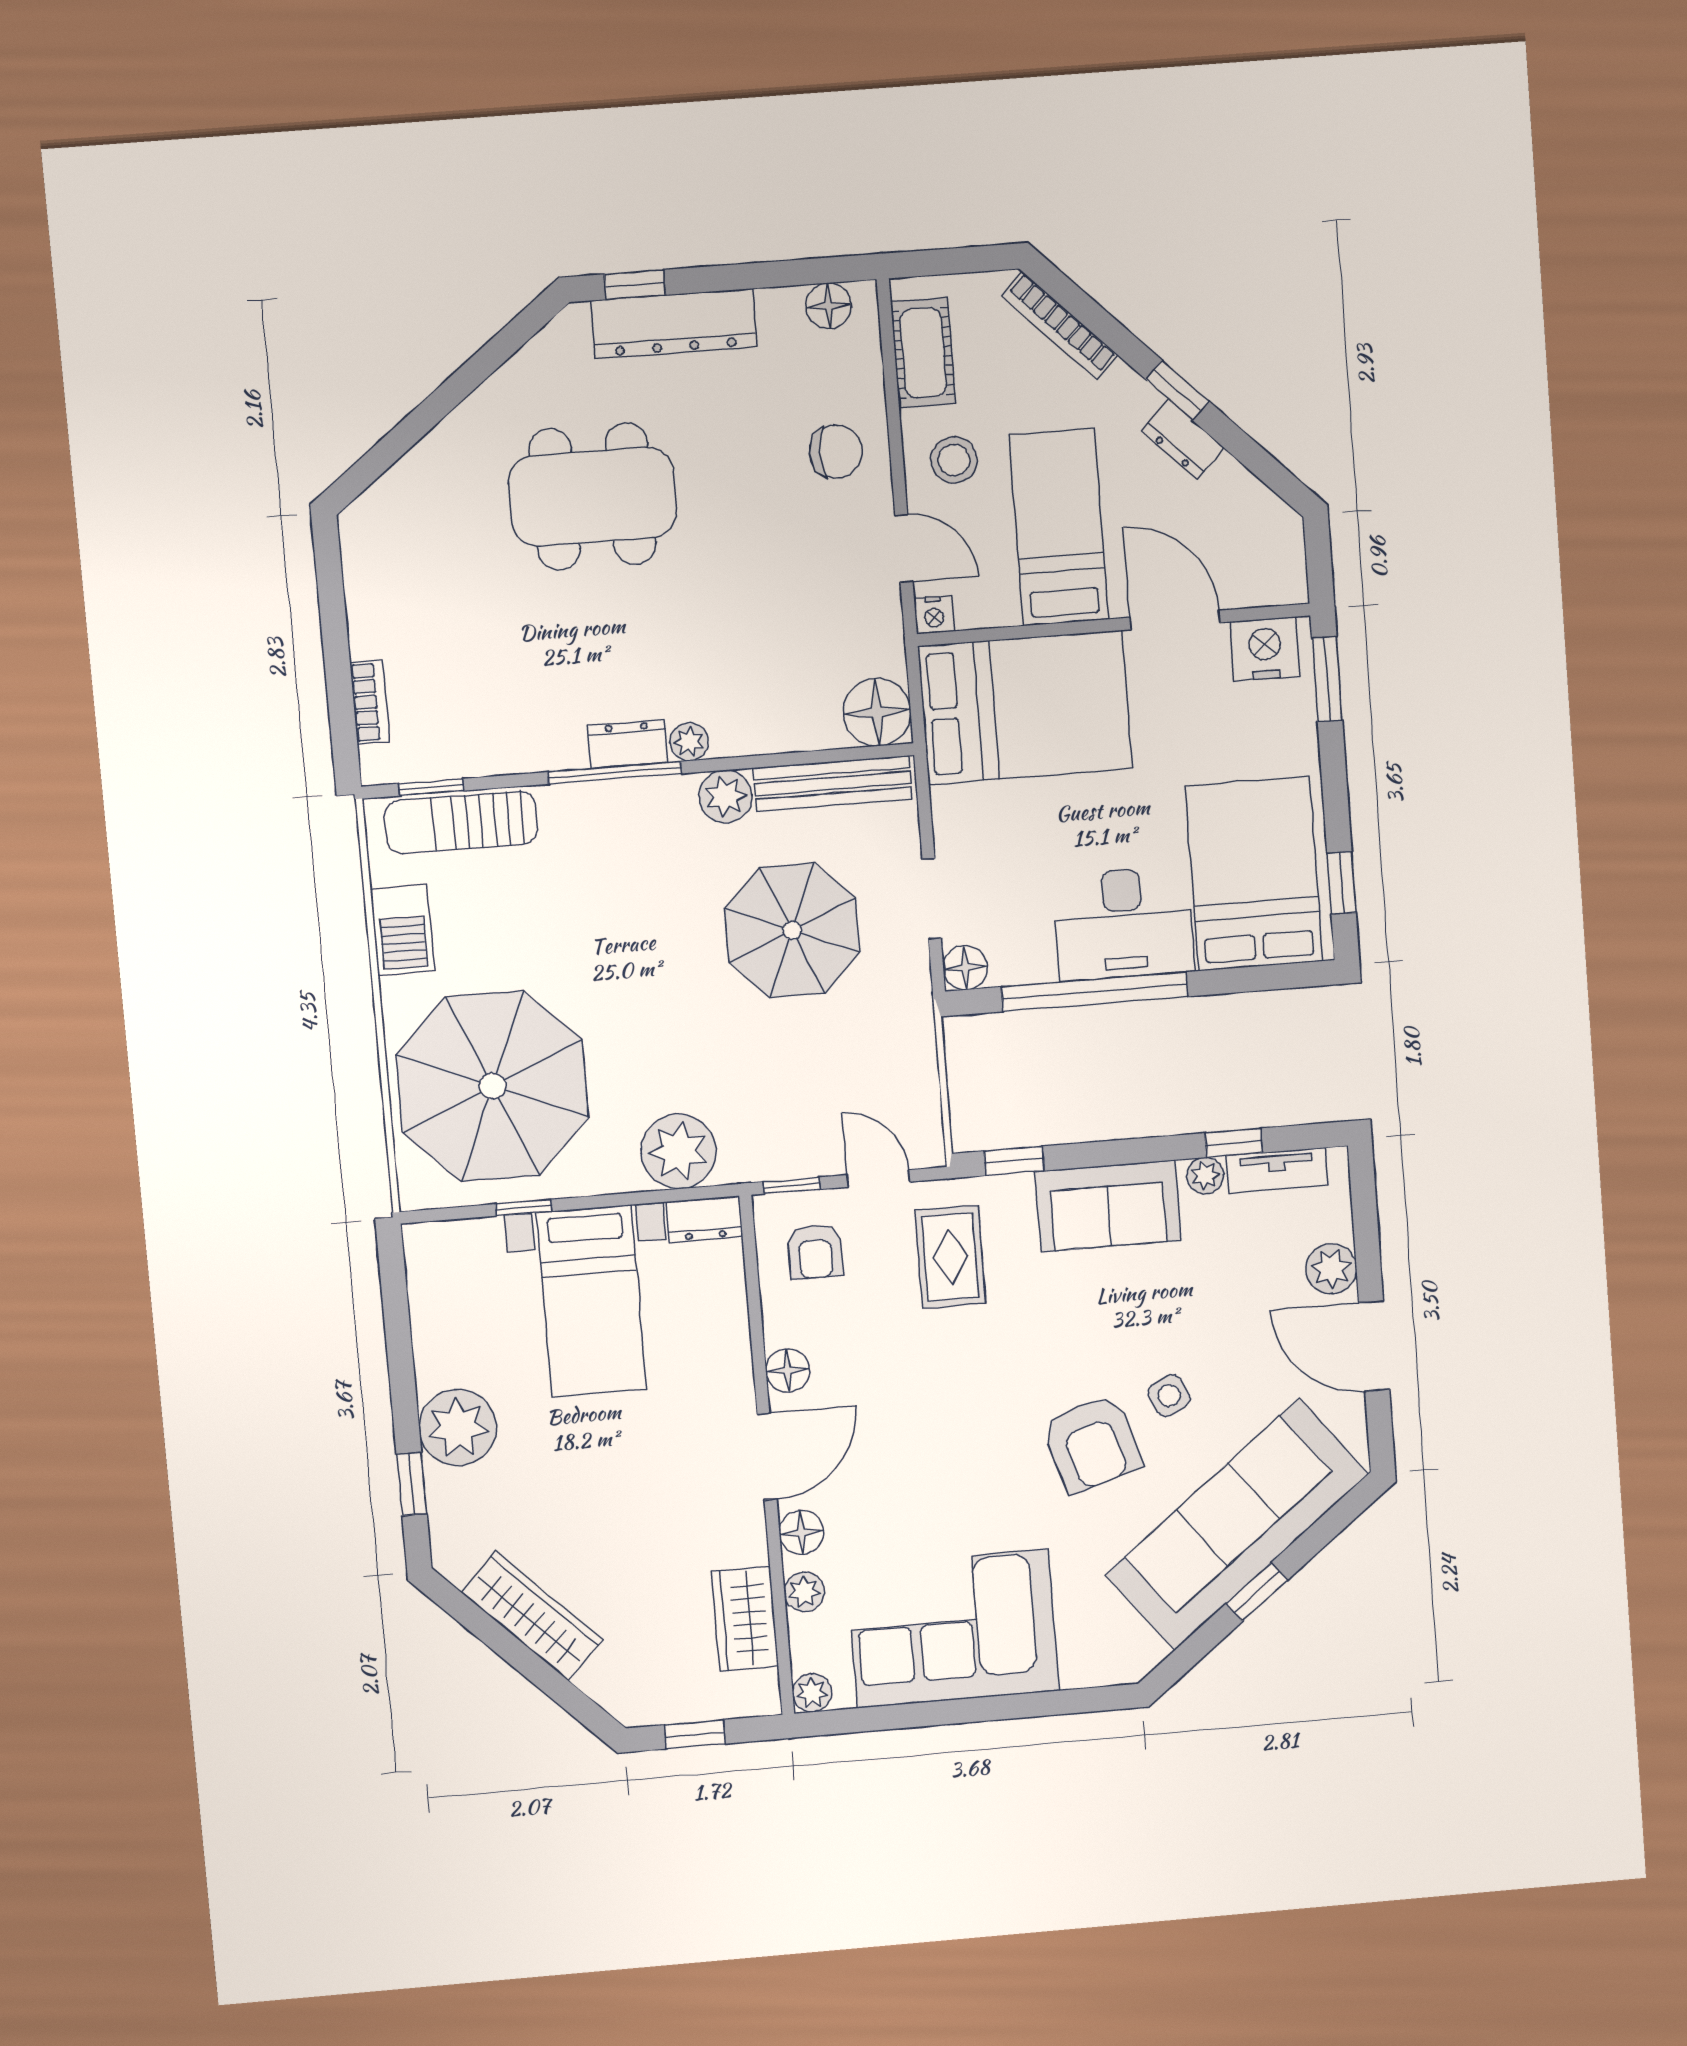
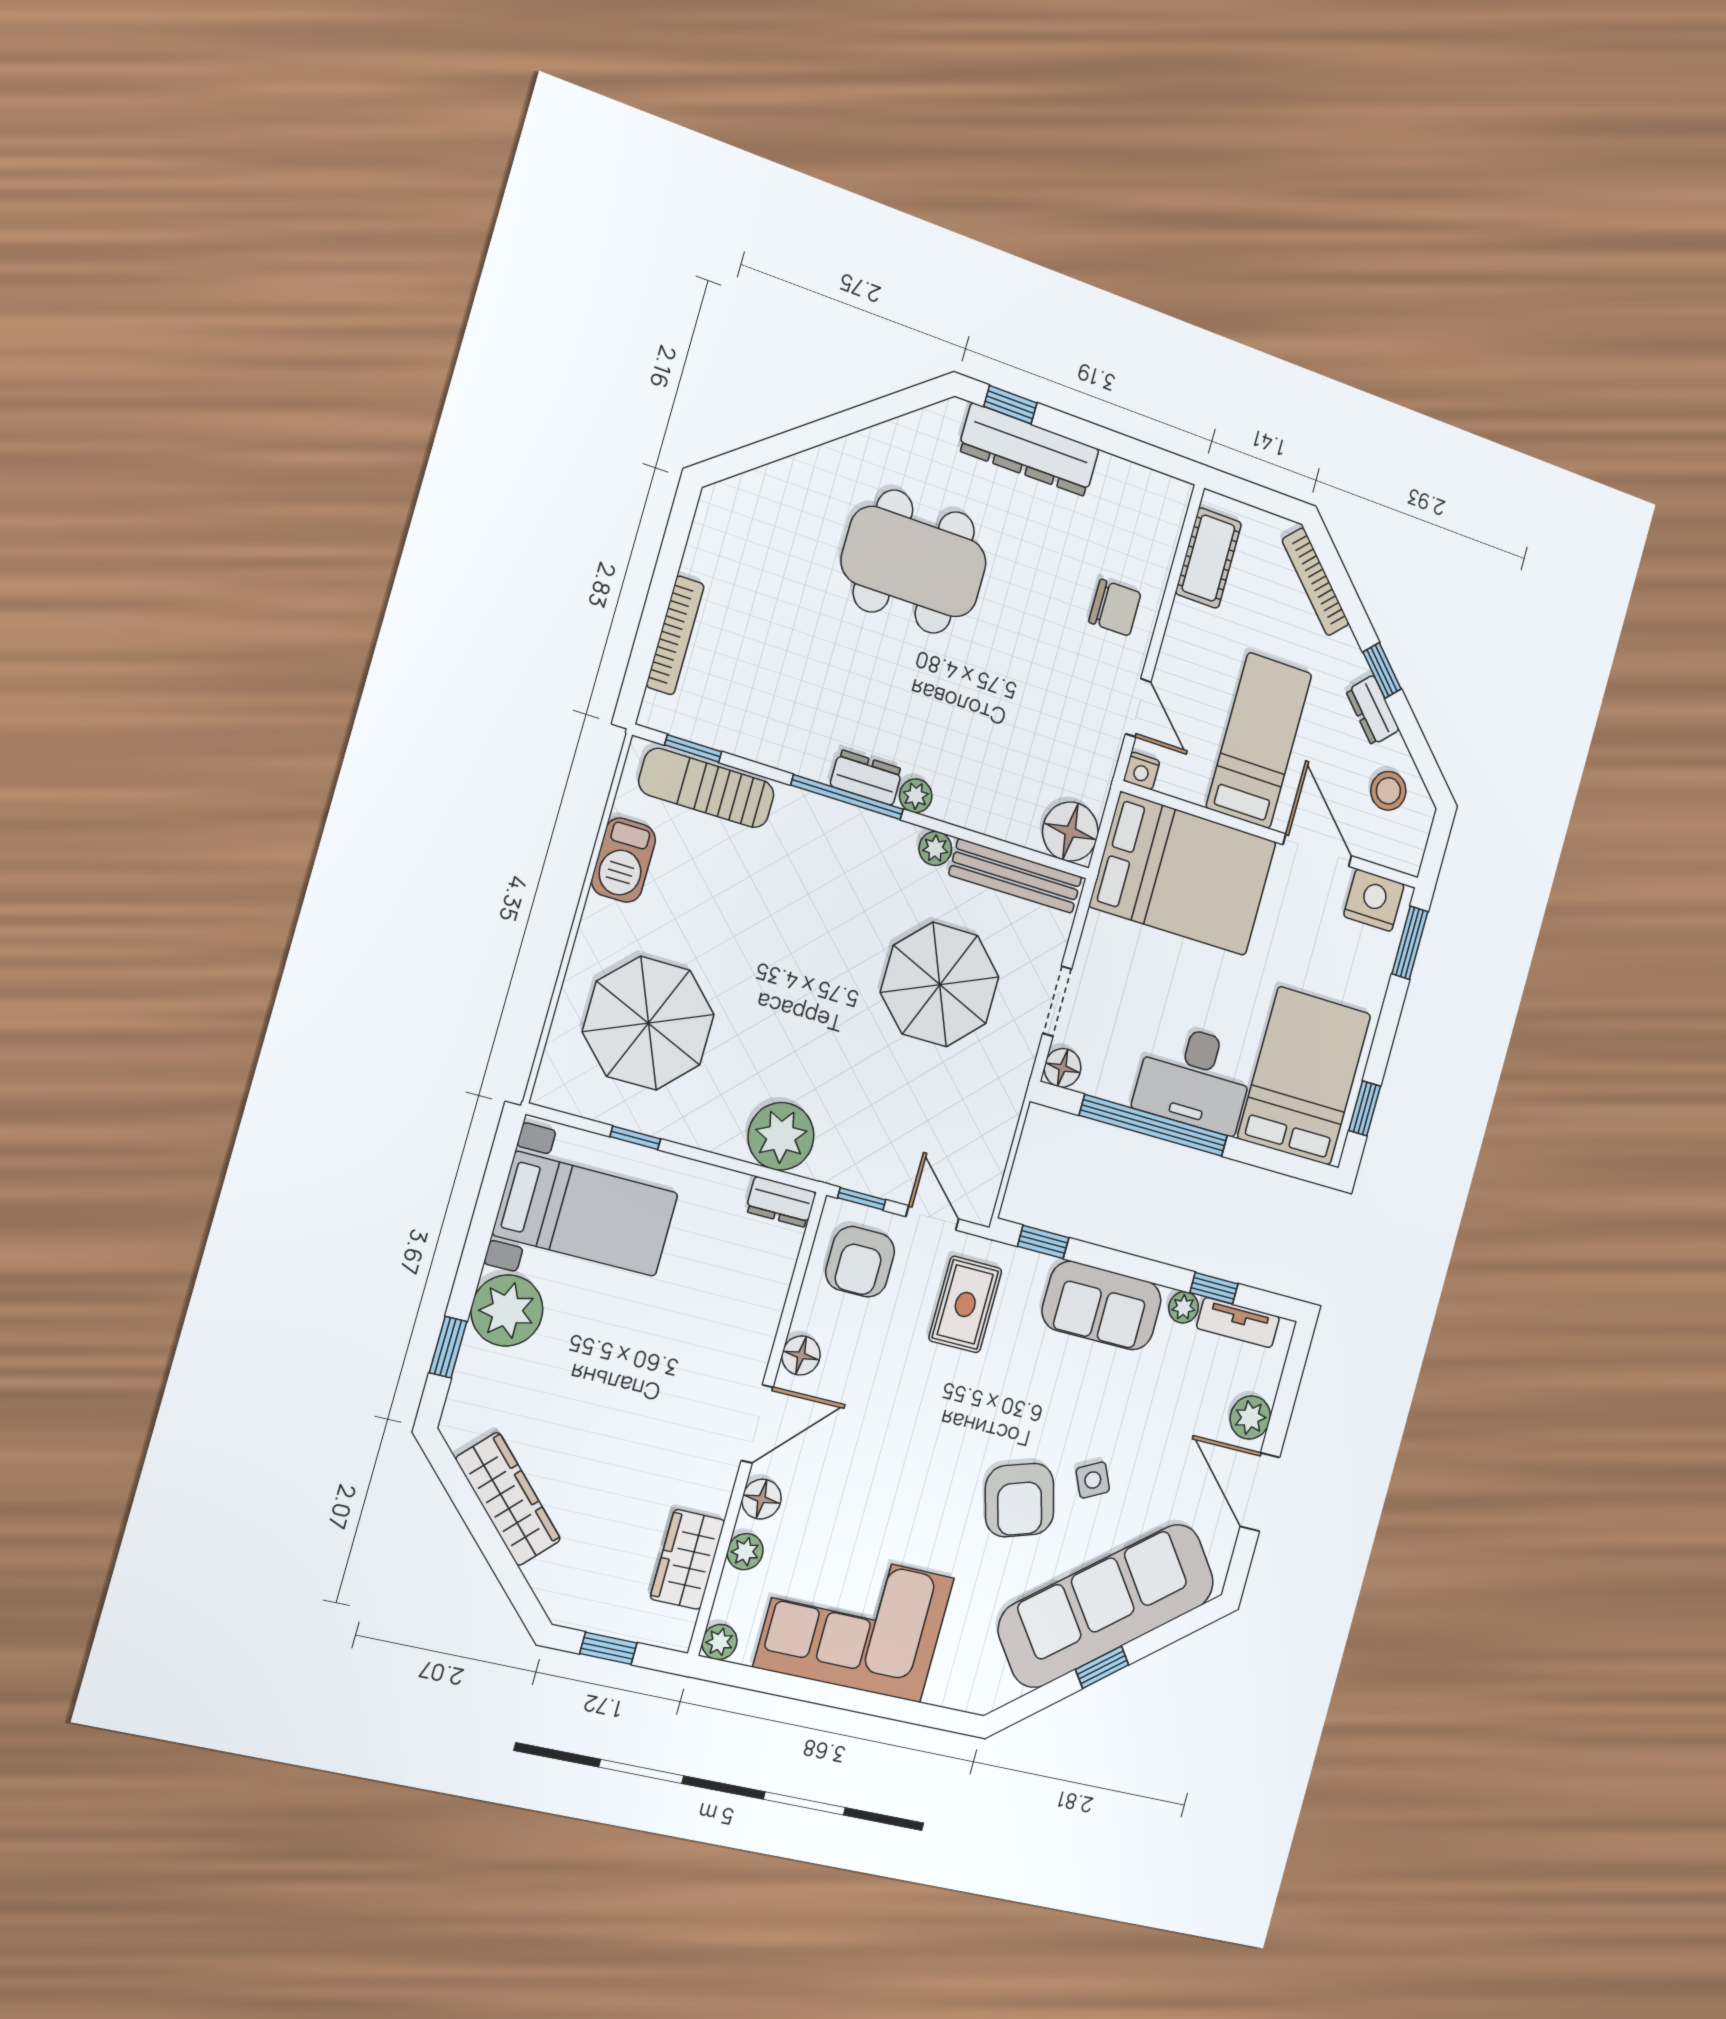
floor lamp: (829, 306) -> (1152, 489), removed
stool: (954, 460) -> (1388, 791), moved
bookcase: (370, 702) -> (675, 635), width x1.56
plant: (725, 797) -> (935, 848), width x0.73, depth x0.73
parasol: (493, 1086) -> (648, 1023), width x0.73, depth x0.73
armchair: (815, 1252) -> (860, 1262), width x1.38, depth x1.38
bed with nightstands: (591, 1301) -> (586, 1214), moved, turned -90

